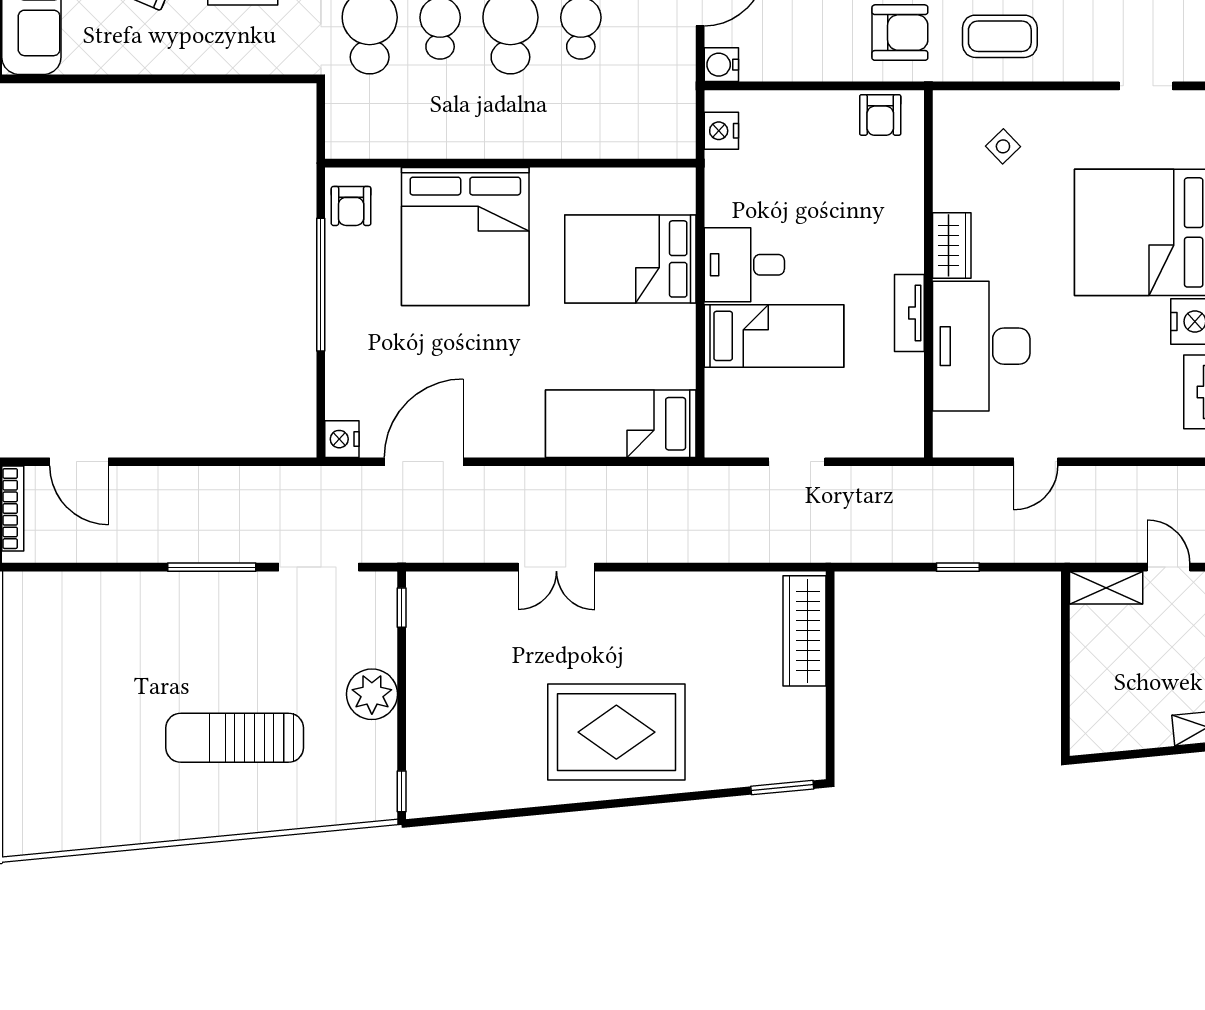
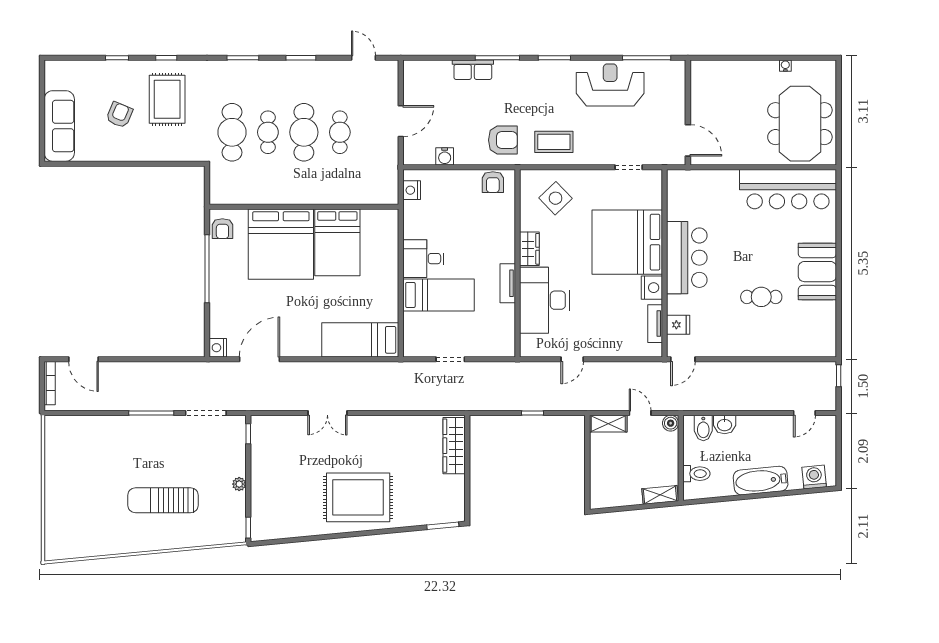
water cooler: (721, 65) -> (445, 156), moved, turned -90
side table: (1003, 146) -> (556, 198), width x1.87, depth x1.87
bed: (630, 259) -> (337, 242), moved, turned -90
plant: (372, 694) -> (239, 484), width x0.53, depth x0.53

